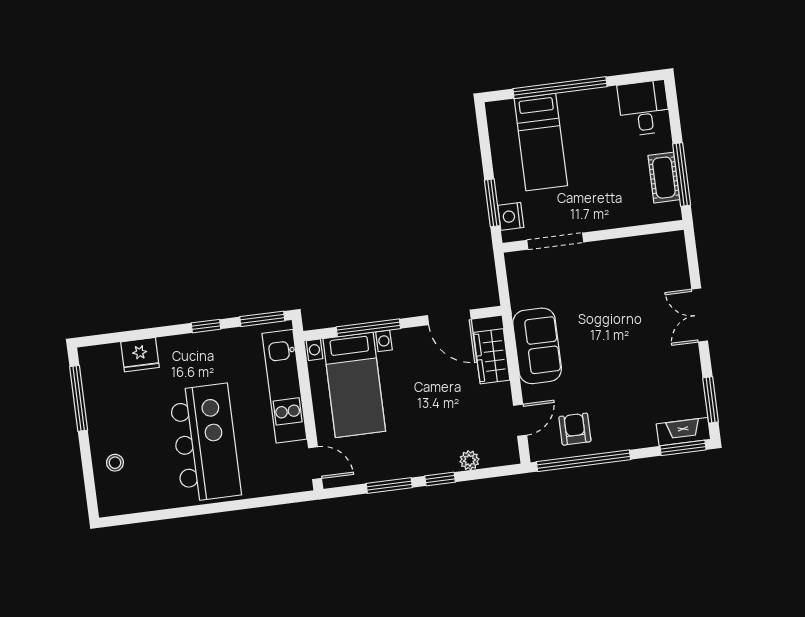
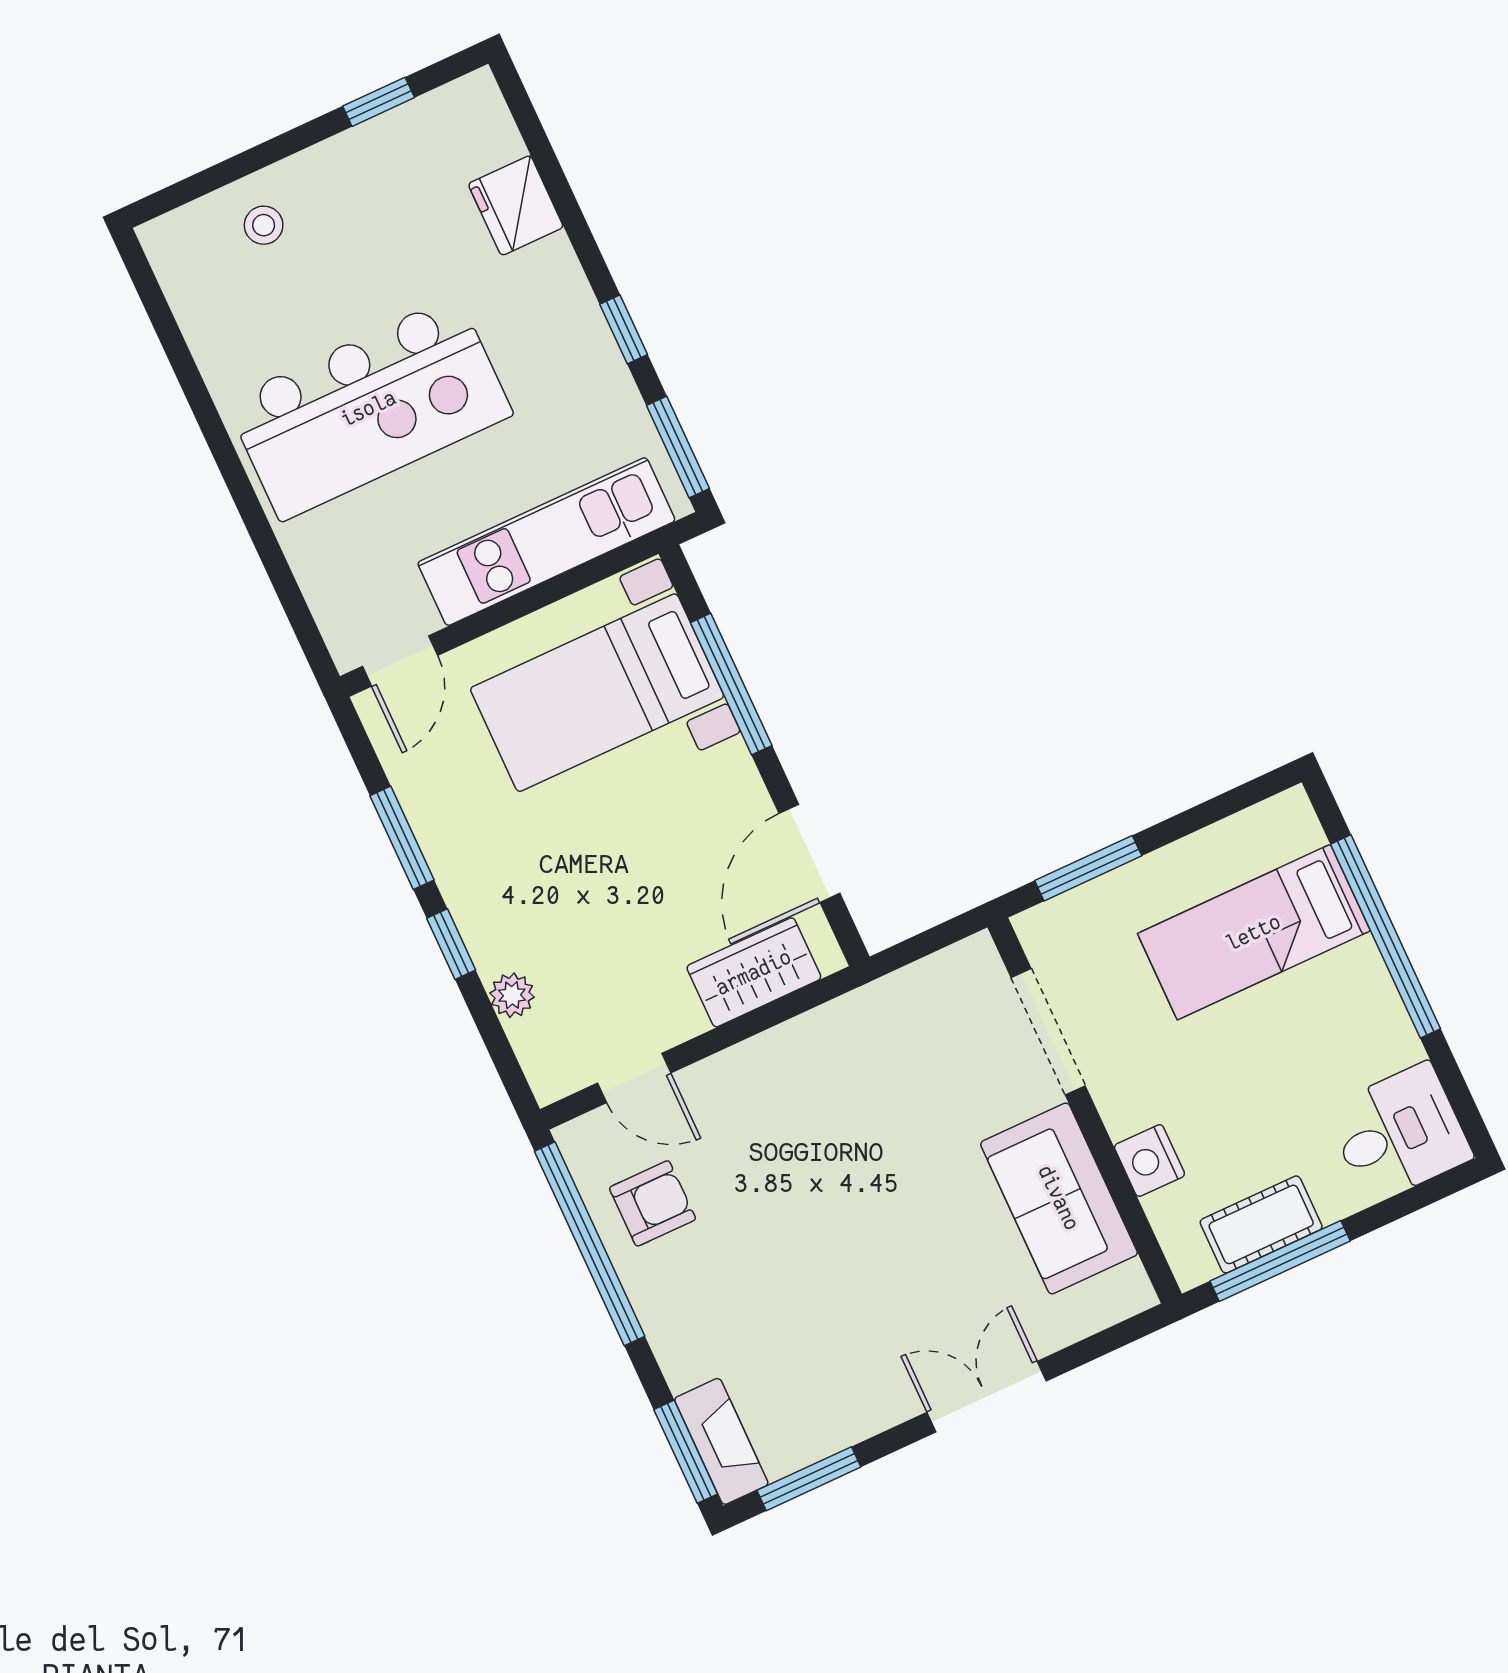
nightstand: (511, 216) -> (1149, 1160), moved, turned -90
sofa: (537, 346) -> (1059, 1198), moved, turned 90
window: (79, 398) -> (379, 102), width x0.46

